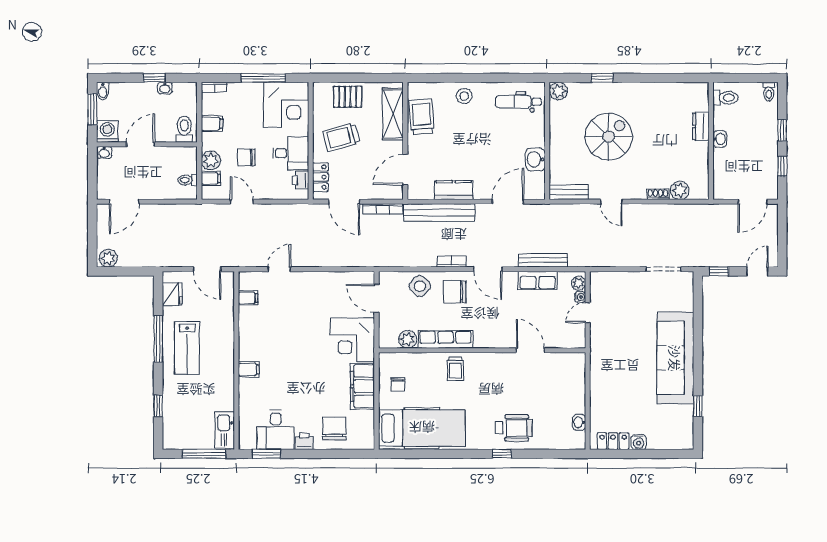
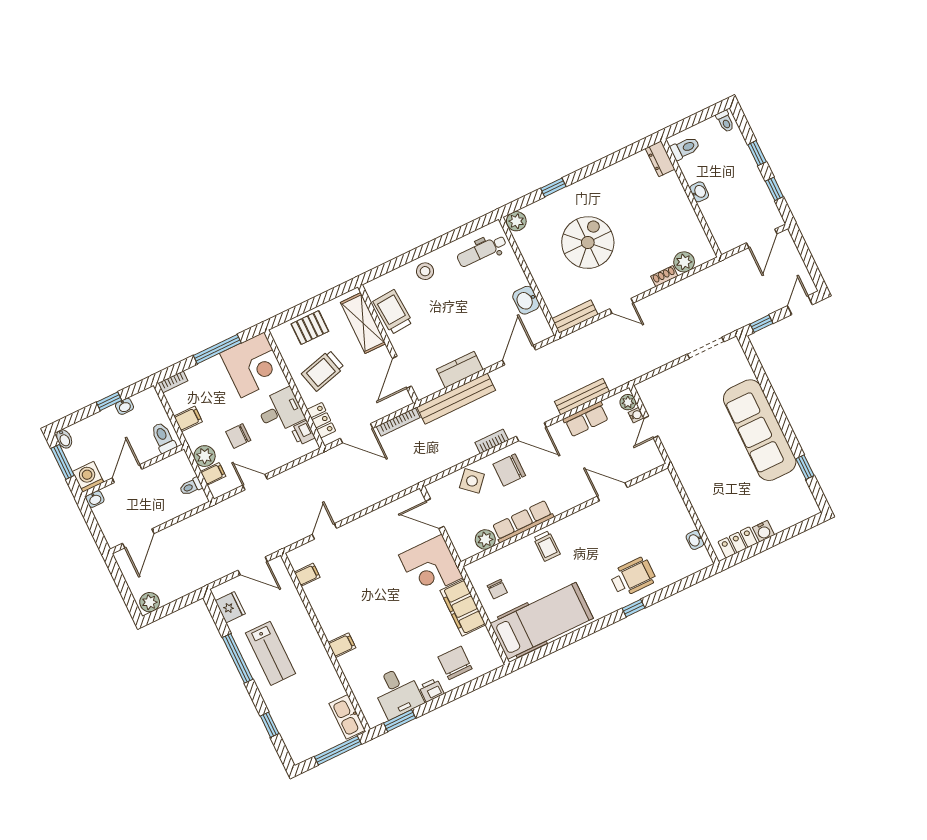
dresser: (701, 126) -> (660, 159), moved

